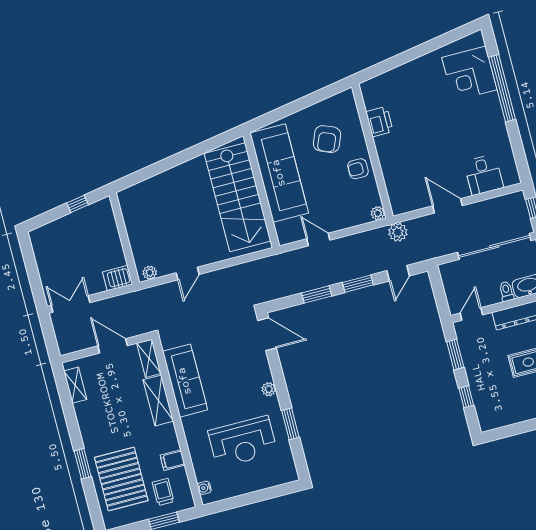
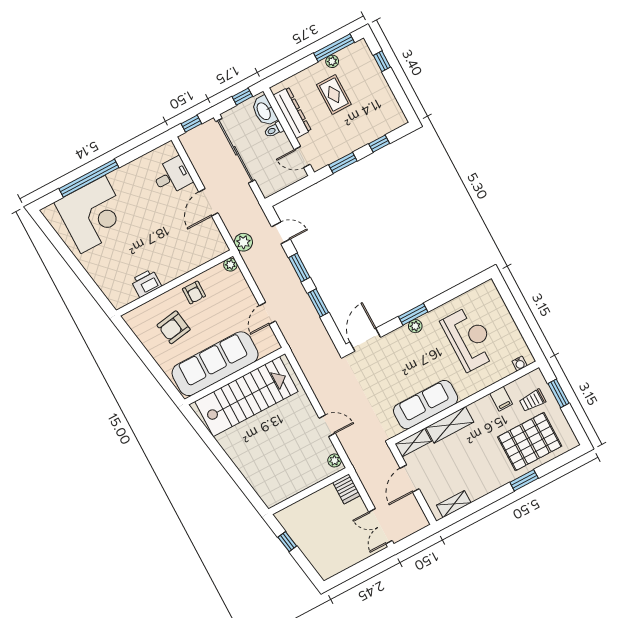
corner desk: (469, 74) -> (93, 214), width x1.36, depth x1.36
armchair: (327, 139) -> (174, 327), turned 149
window: (290, 424) -> (413, 314), moved

